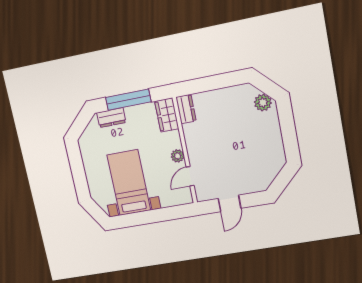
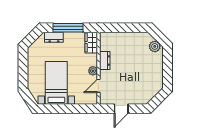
dresser: (186, 109) -> (105, 61), moved

